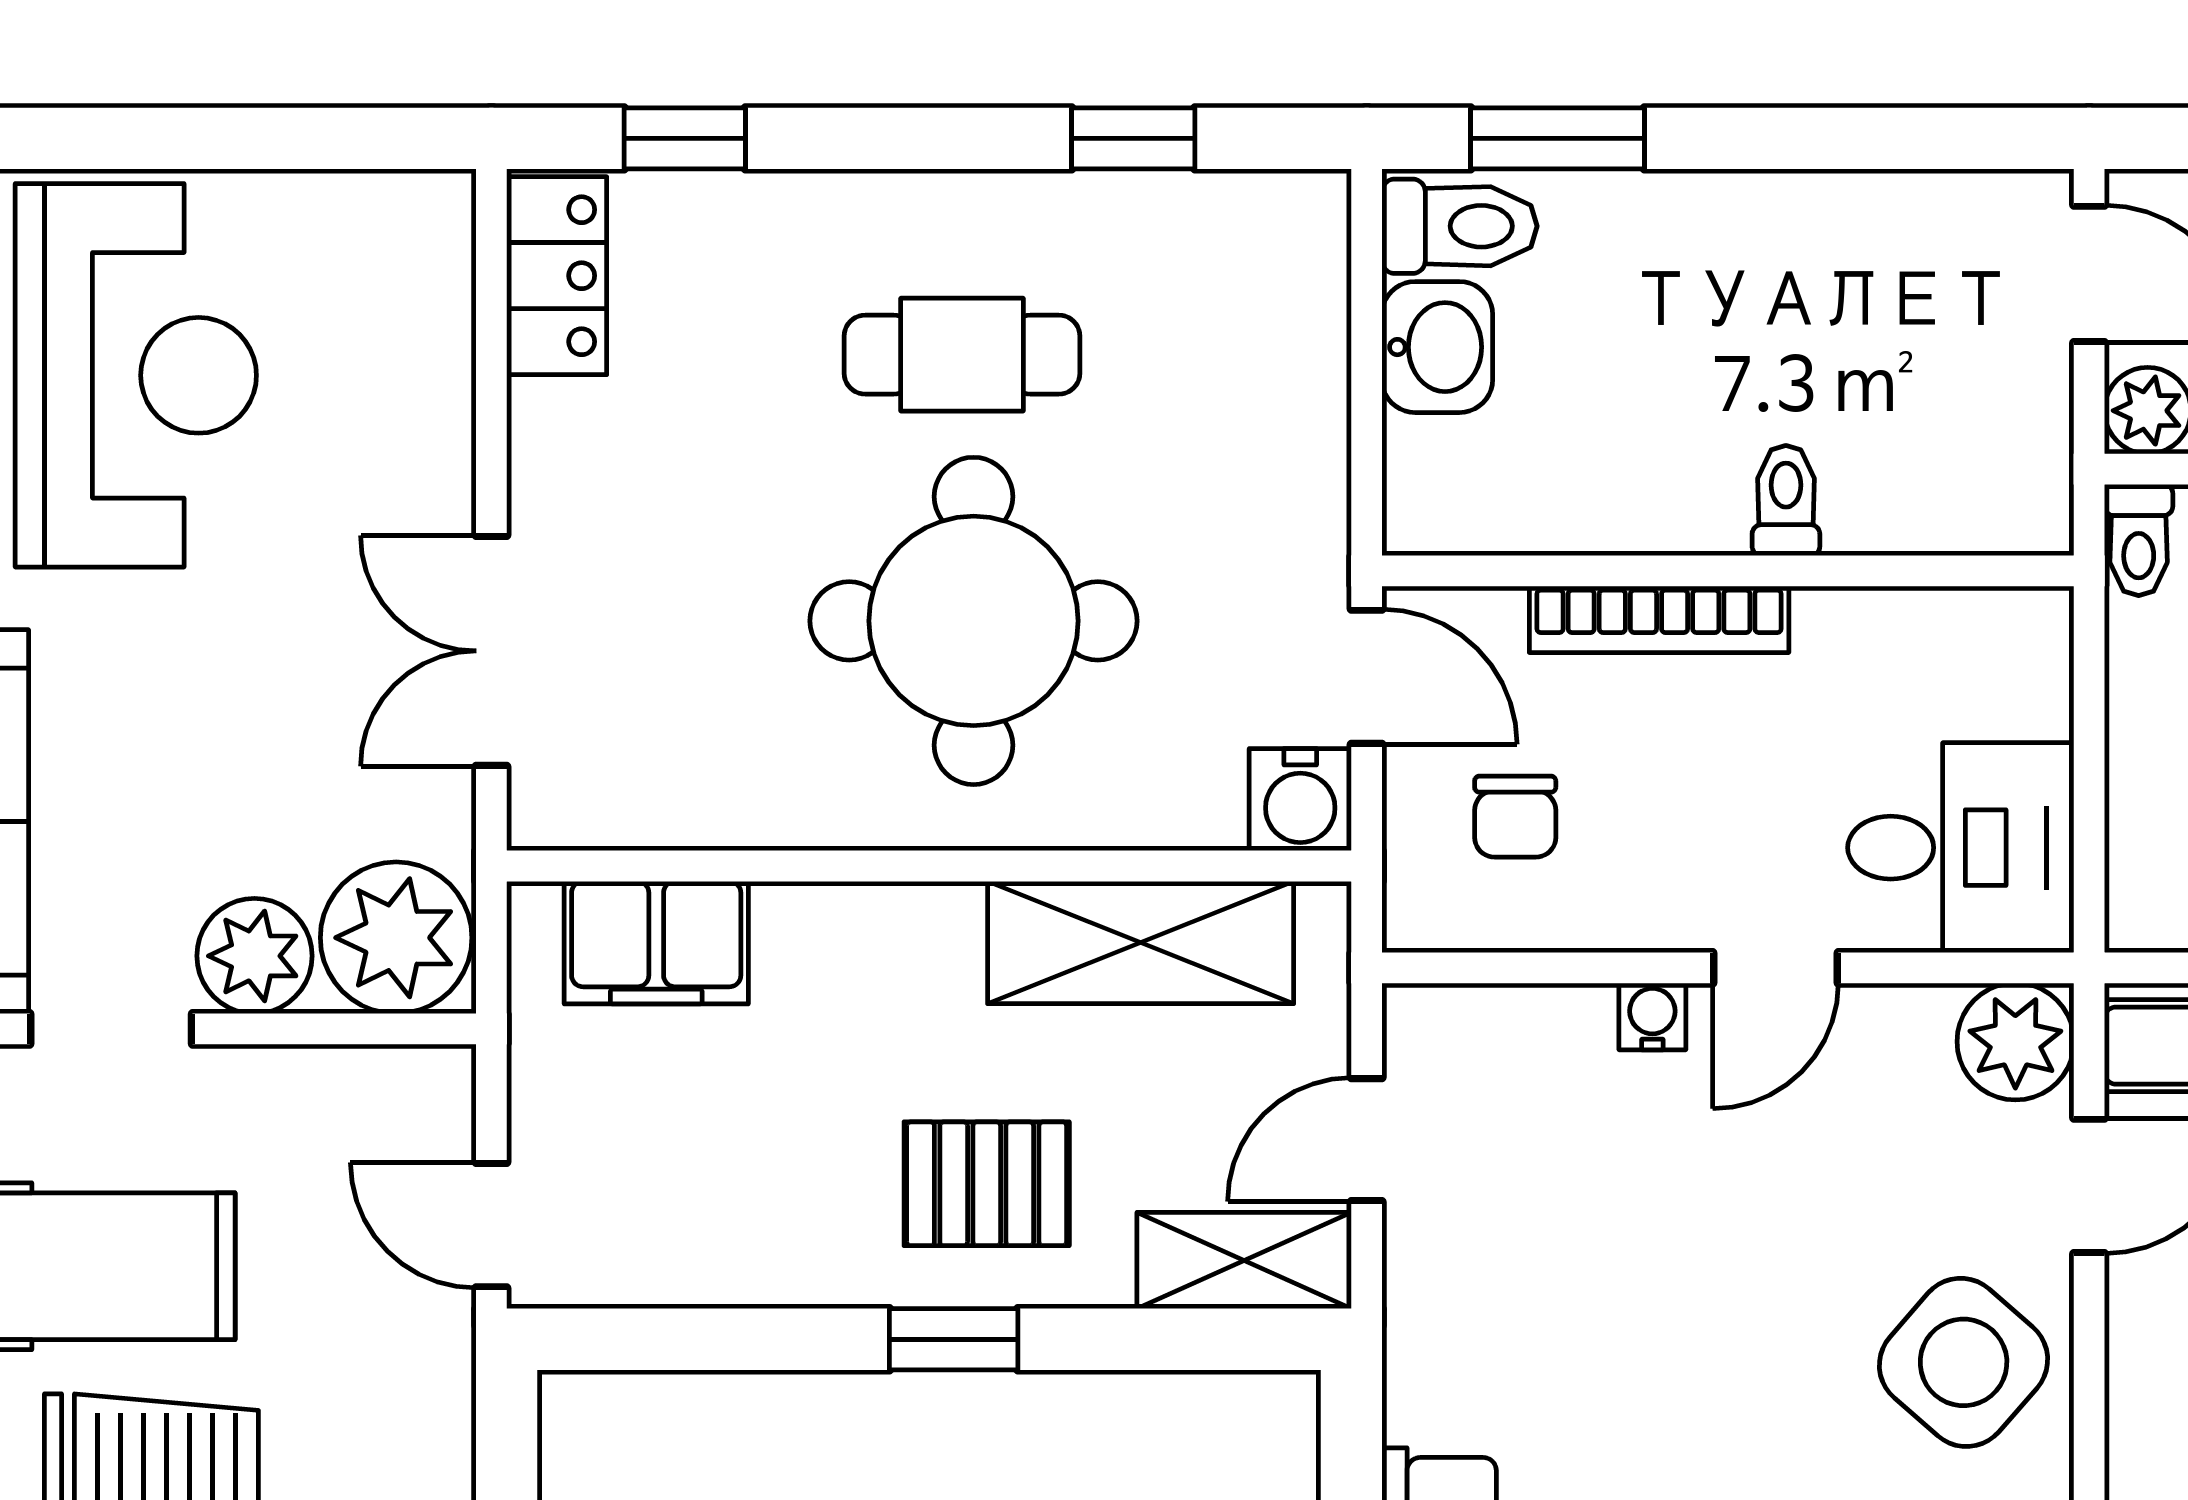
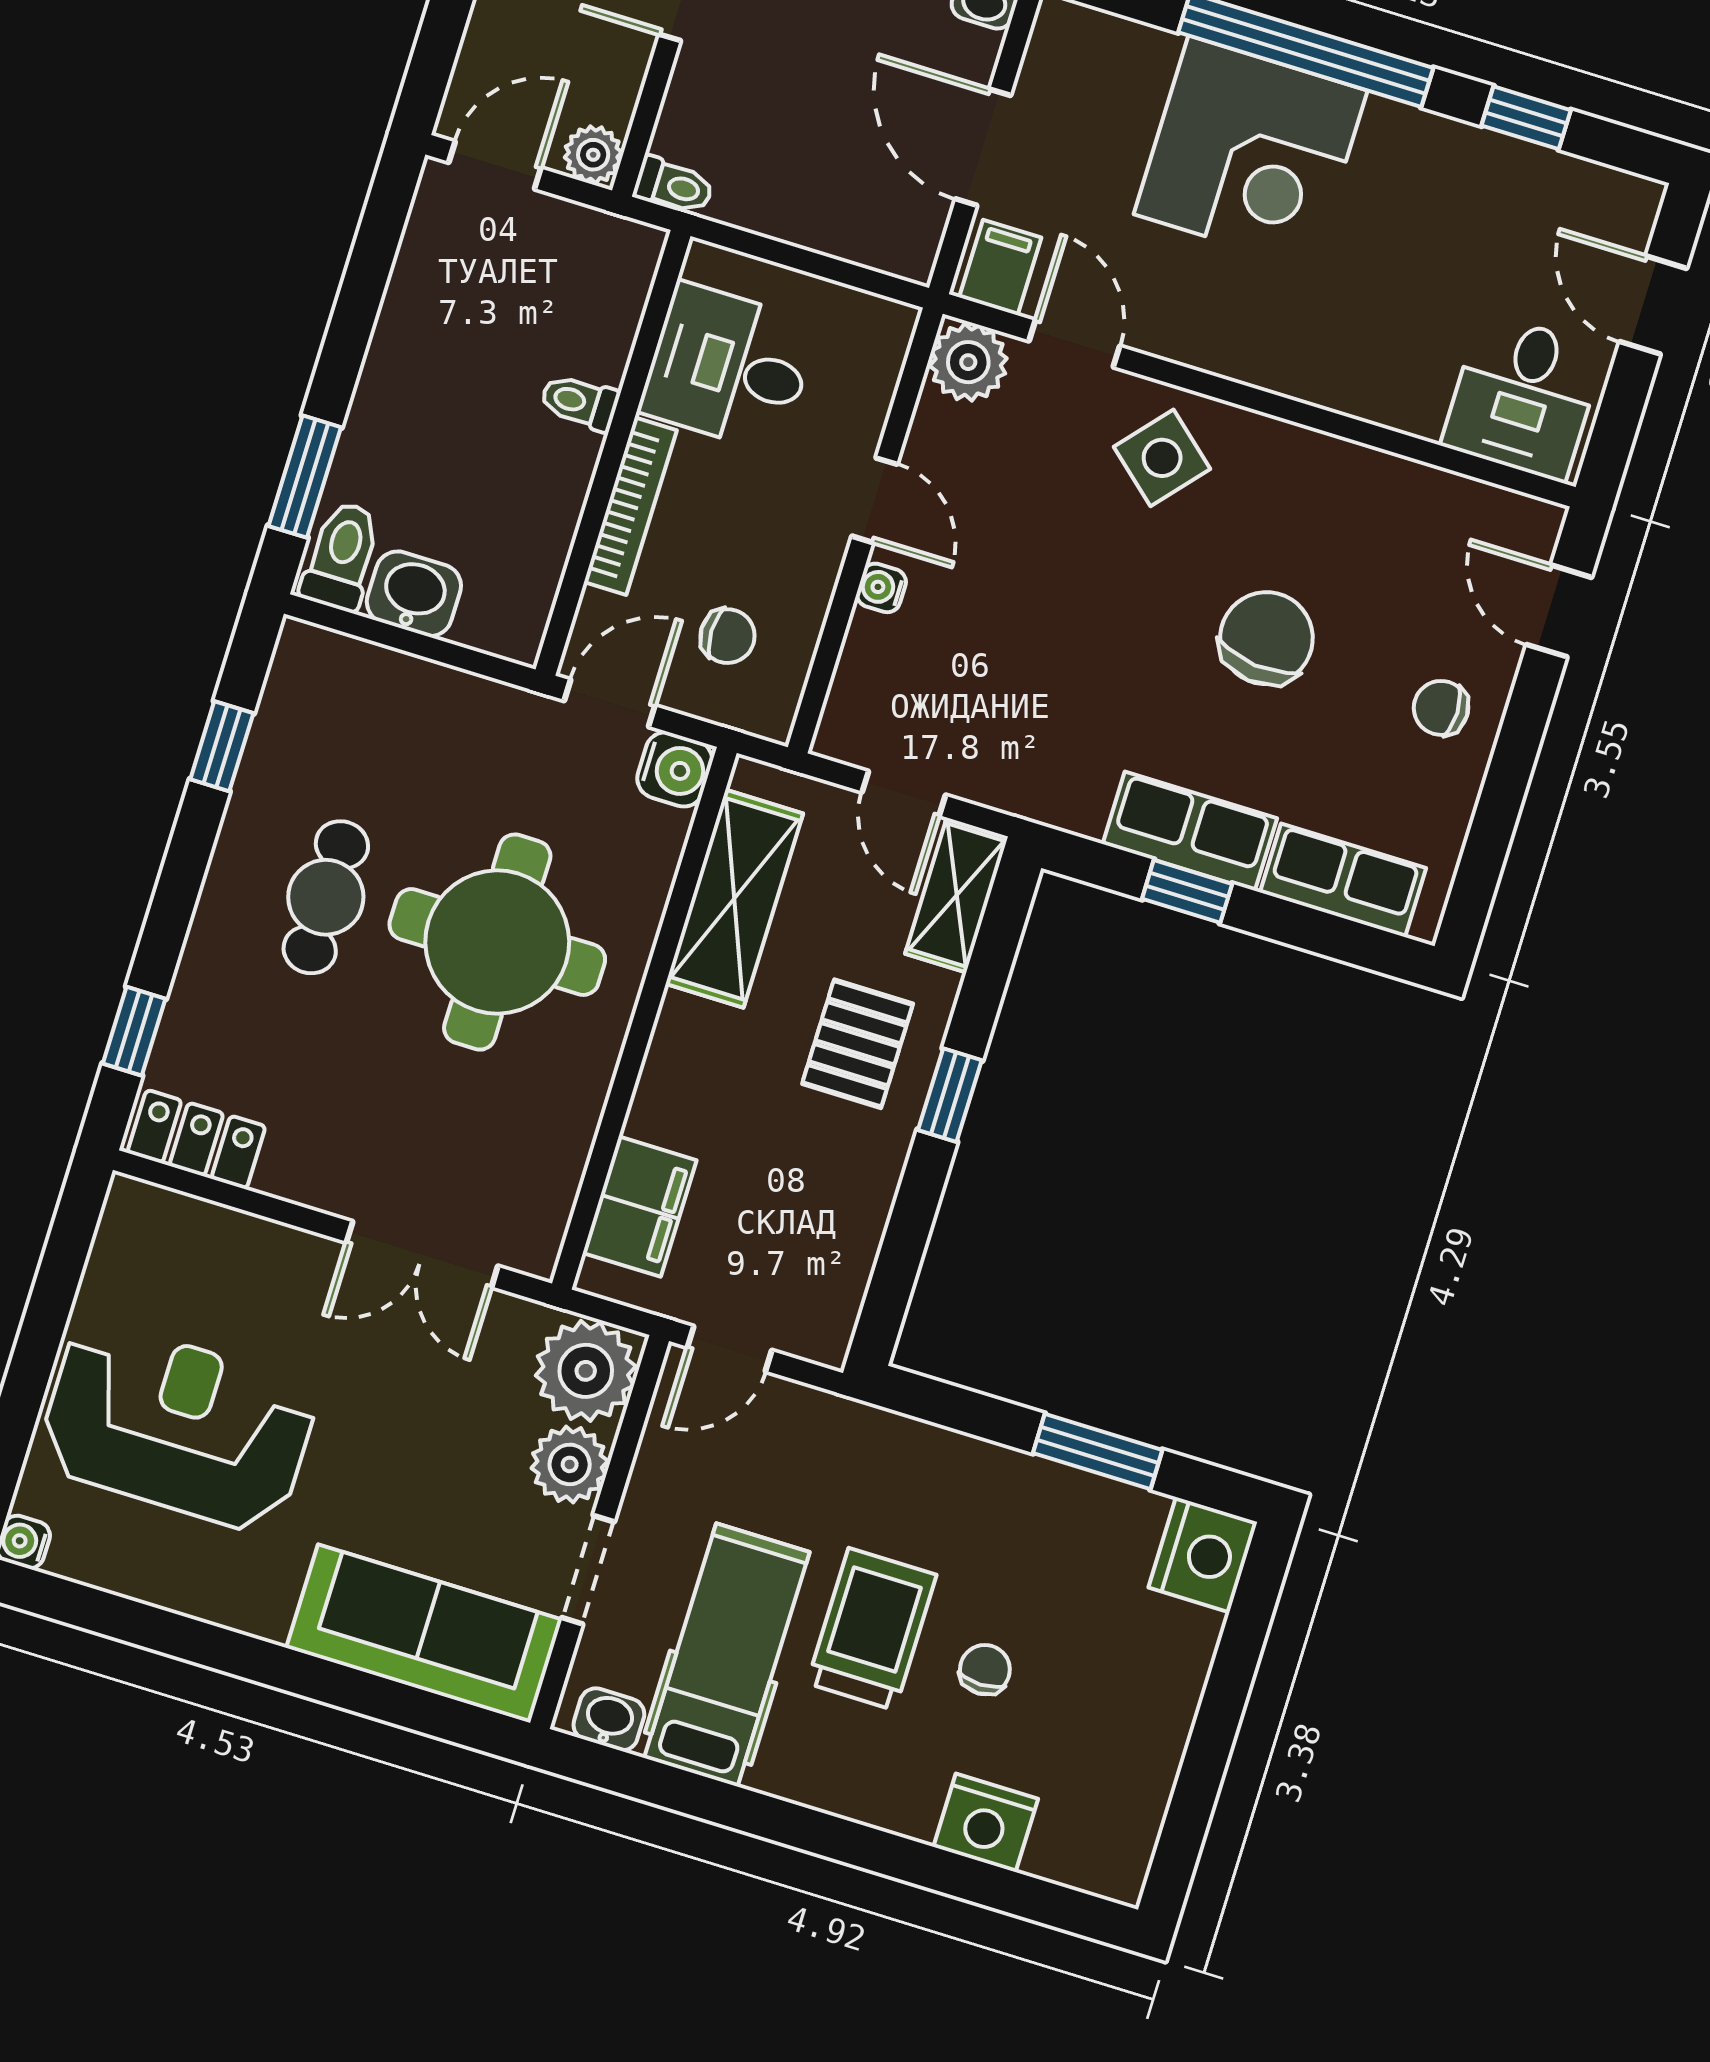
desk: (1961, 848) -> (729, 367), moved, turned -90
door: (491, 1225) -> (730, 1349), moved
side table: (1964, 1362) -> (1162, 458), width x0.73, depth x0.73

